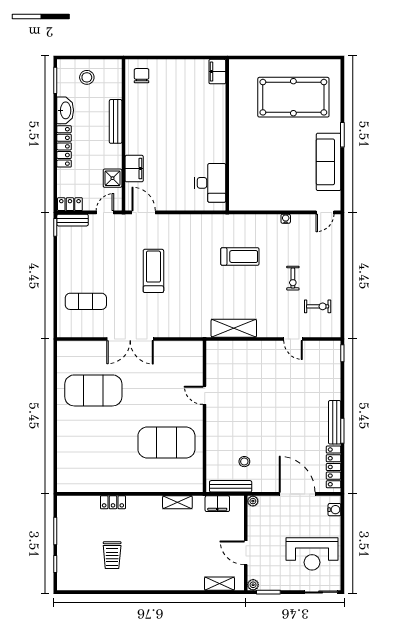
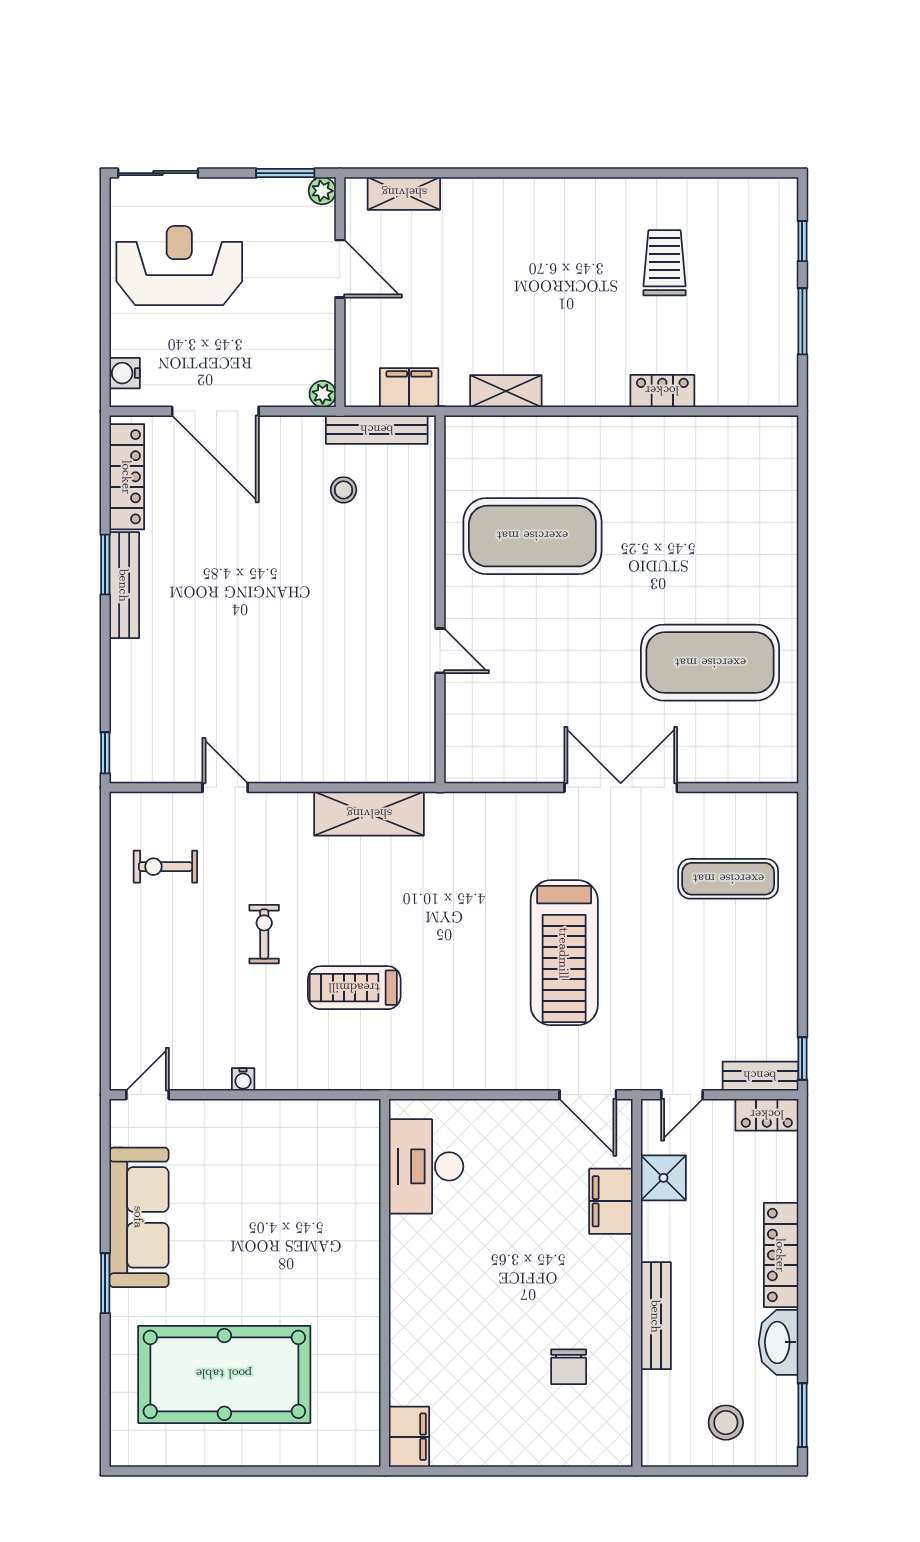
chair: (142, 76) -> (569, 1367), moved
treadmill: (153, 271) -> (564, 953), width x1.37, depth x1.37
exercise bike: (293, 278) -> (264, 934), moved

